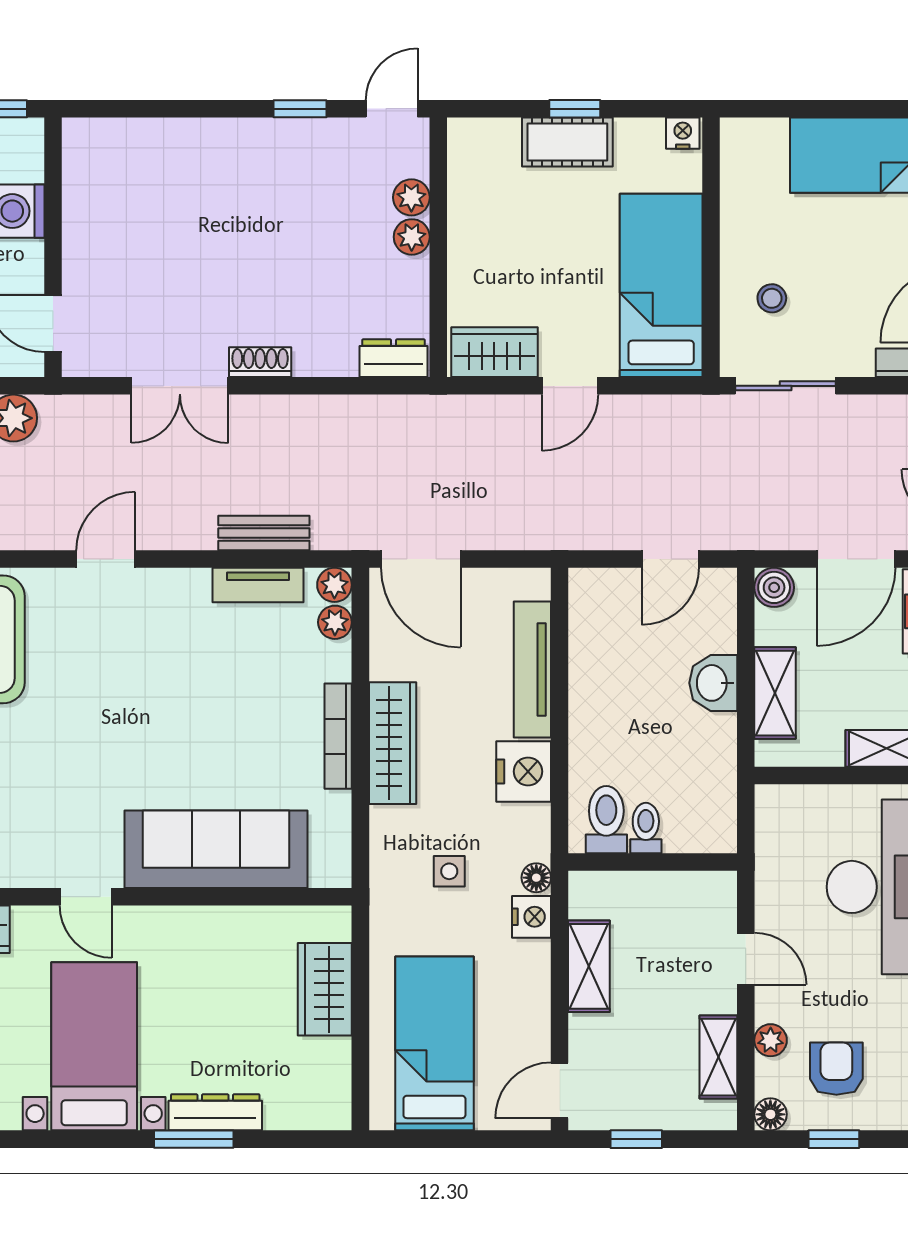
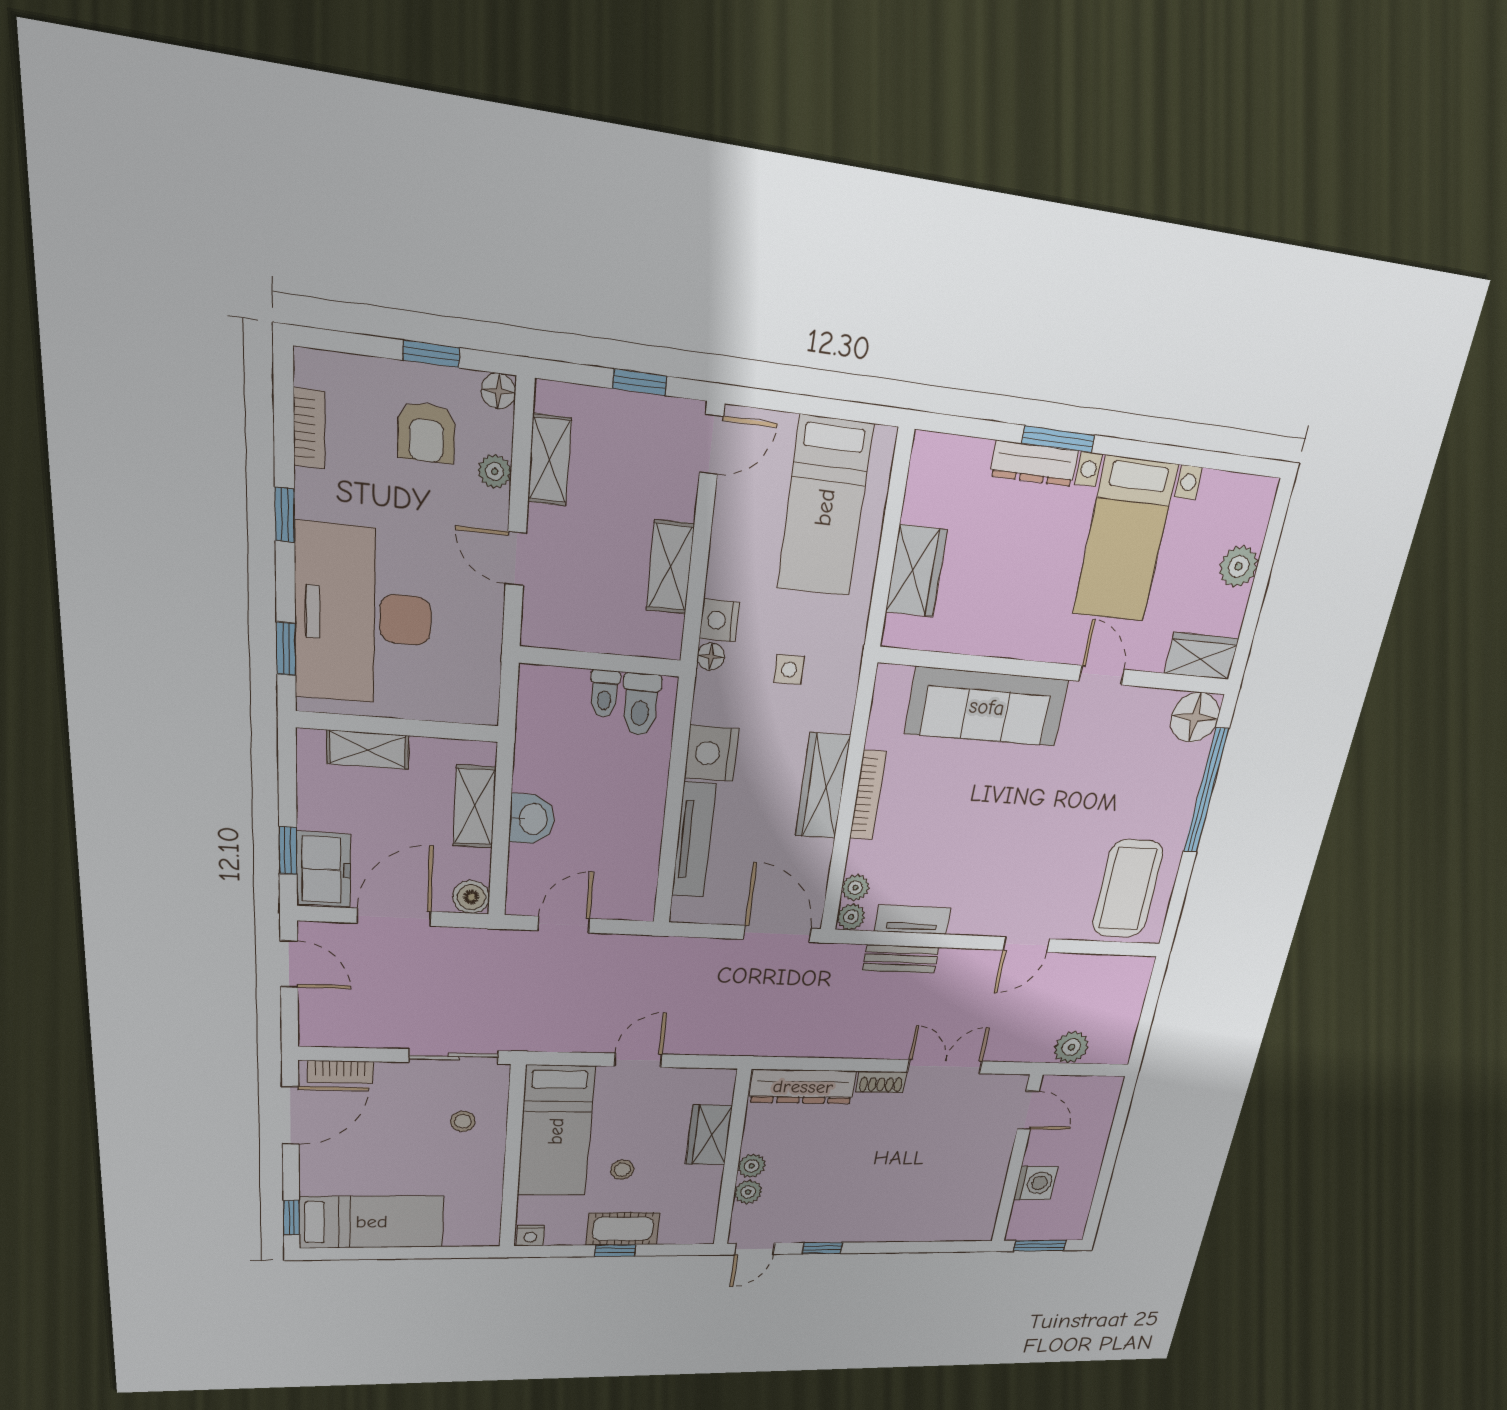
stool: (576, 231) -> (622, 1170), added
wardrobe: (494, 352) -> (709, 1135), moved, turned 90
dresser: (394, 358) -> (803, 1087), width x1.96, depth x1.24

